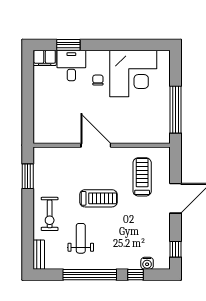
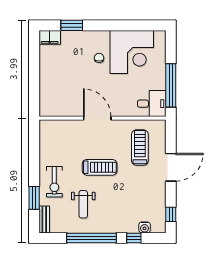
desk: (71, 65) -> (152, 104), moved, turned 90
window: (28, 176) -> (34, 198), moved
weight bench: (81, 238) -> (83, 204), turned 180

